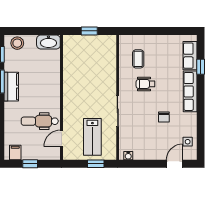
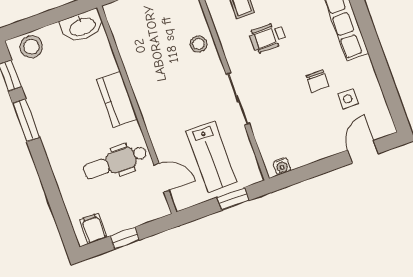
stool: (107, 74) -> (199, 44), added
kitchen counter: (11, 87) -> (117, 99), moved, turned 180
door: (62, 138) -> (161, 178), swing flipped
side table: (188, 142) -> (348, 99), moved

